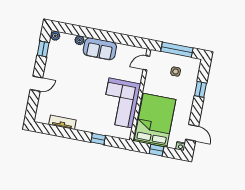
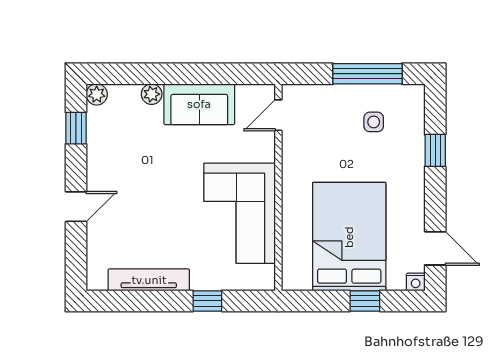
door: (146, 63) -> (278, 115), moved
wall: (140, 95) -> (278, 187), moved
corner sofa: (121, 103) -> (240, 213), moved
tv unit: (62, 122) -> (149, 280), width x1.41
window: (98, 139) -> (207, 301), moved

